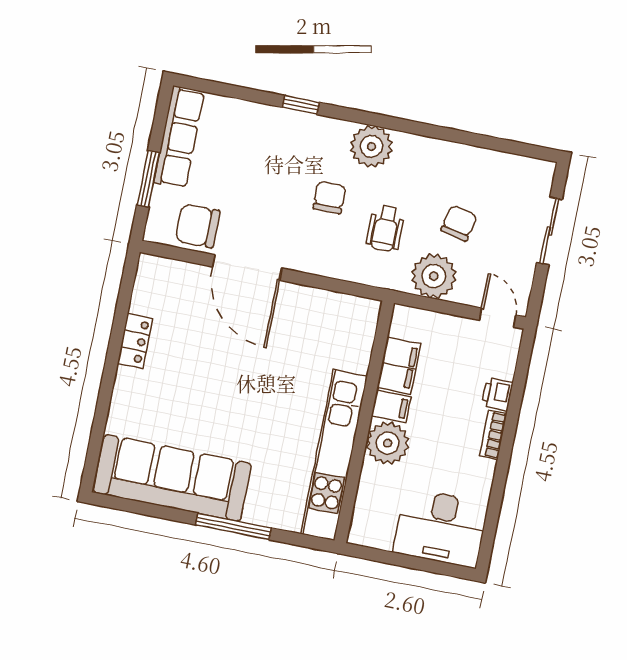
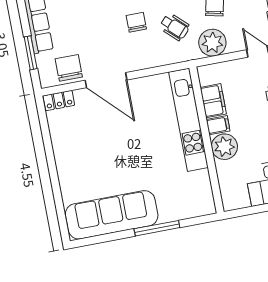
chair: (198, 226) -> (69, 68), turned 90
wheelchair: (385, 228) -> (175, 27), turned -47
locker: (135, 341) -> (59, 101), moved, turned 90
kitchen unit: (334, 455) -> (188, 120), moved

